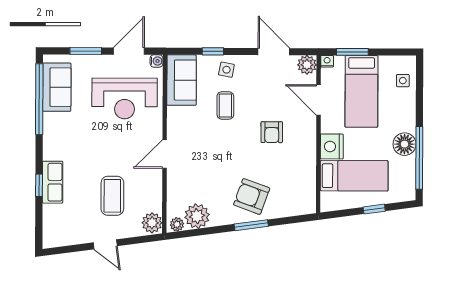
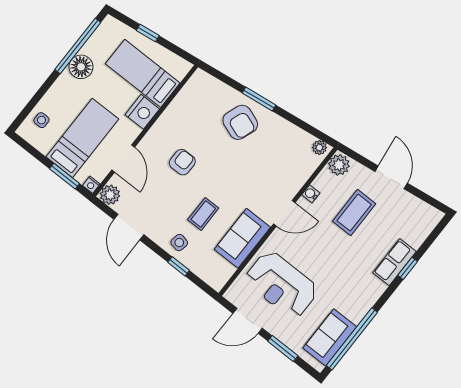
water cooler: (157, 61) -> (311, 194), moved
sofa: (182, 80) -> (242, 238), moved
reception desk: (125, 98) -> (281, 285), turned 180
plant: (197, 216) -> (298, 141), removed
door: (105, 244) -> (391, 177), width x1.38

